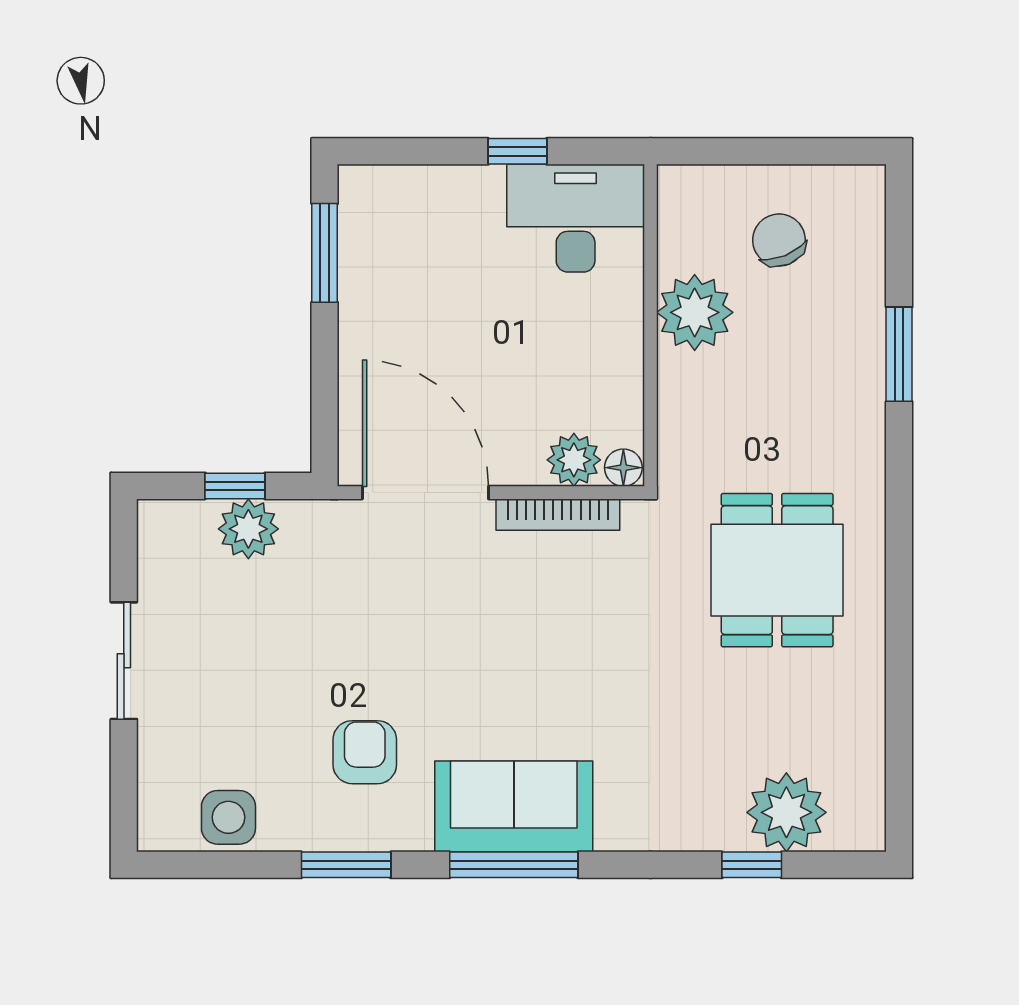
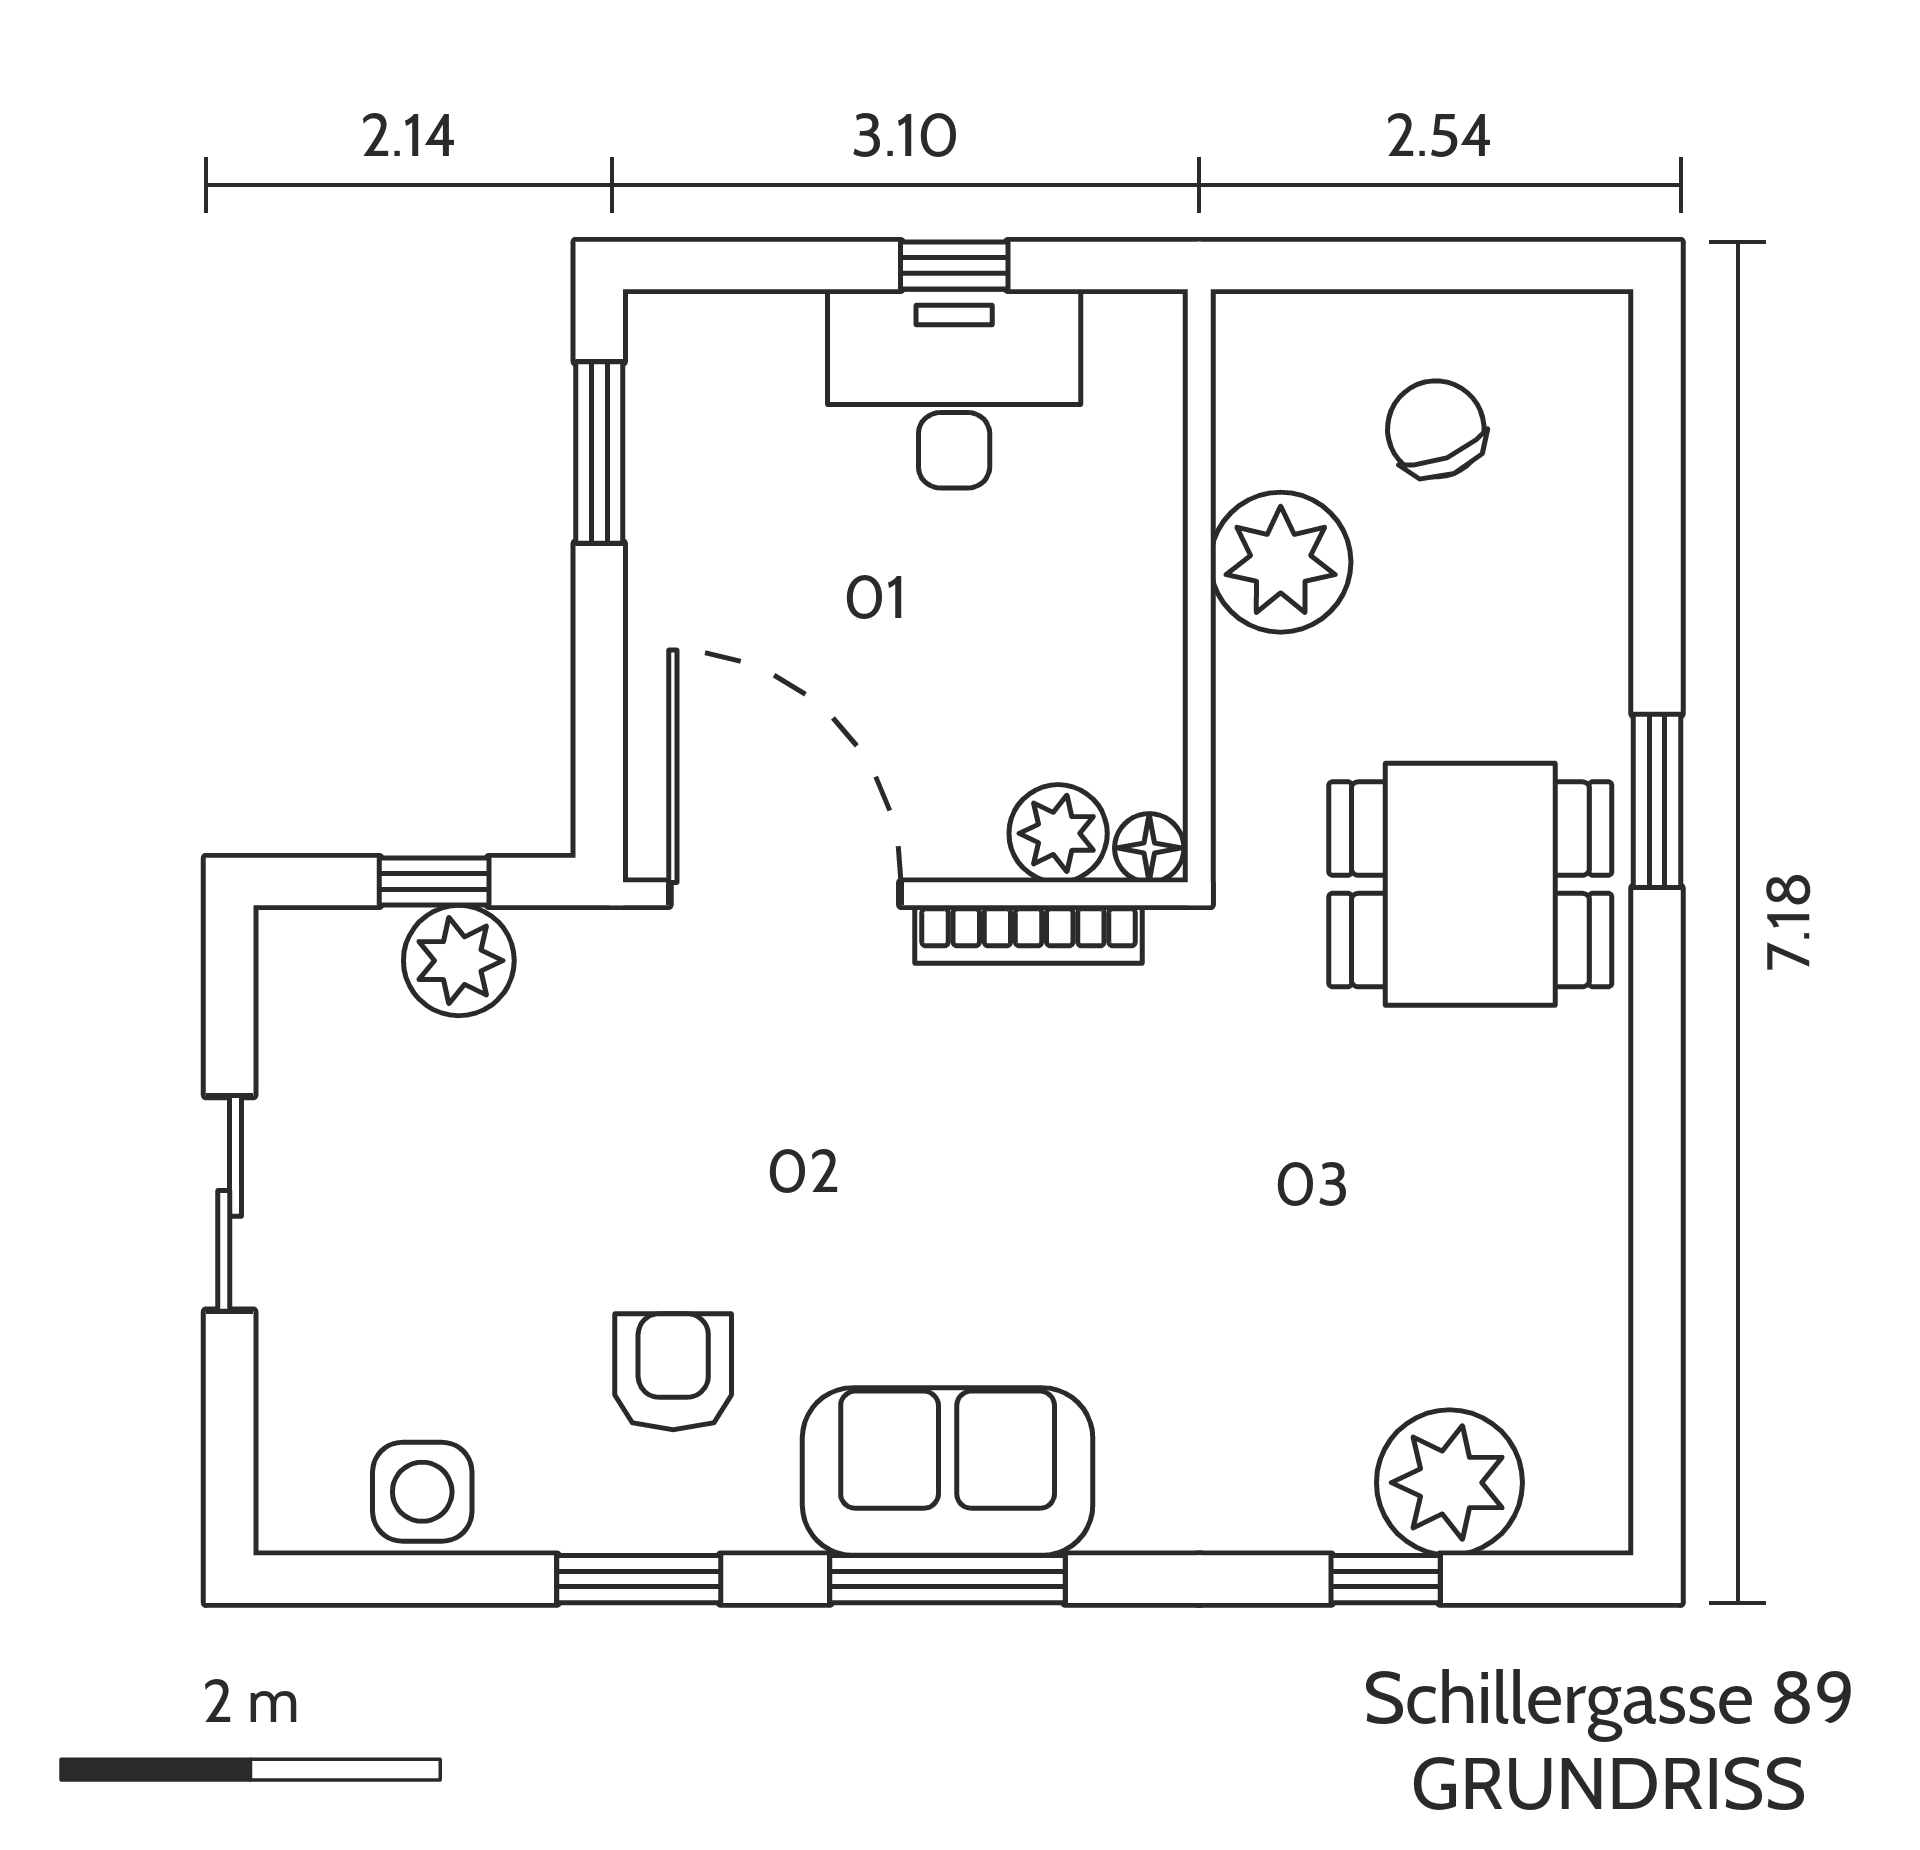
desk: (576, 218) -> (954, 389), moved
window: (899, 354) -> (1657, 801), moved
dining table: (777, 570) -> (1470, 884), moved, turned 90

